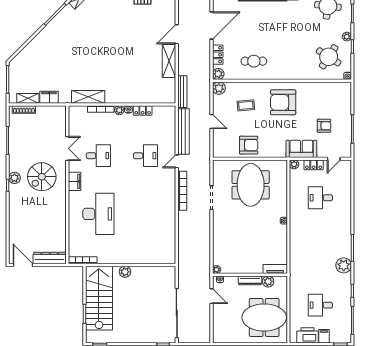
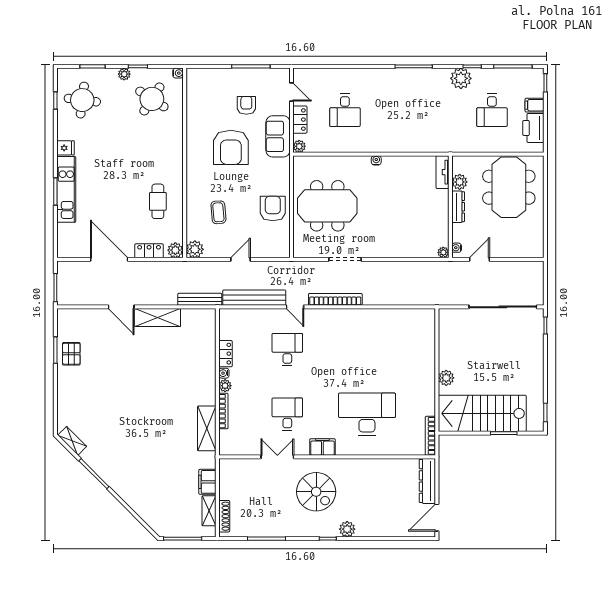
armchair: (283, 102) -> (231, 147), moved
plant: (14, 178) -> (347, 529), moved
plant: (344, 265) -> (461, 78), moved

